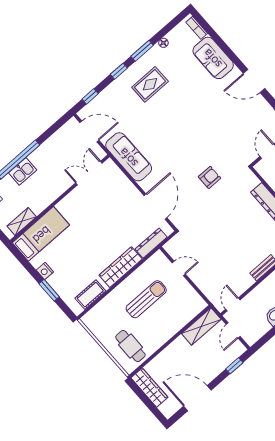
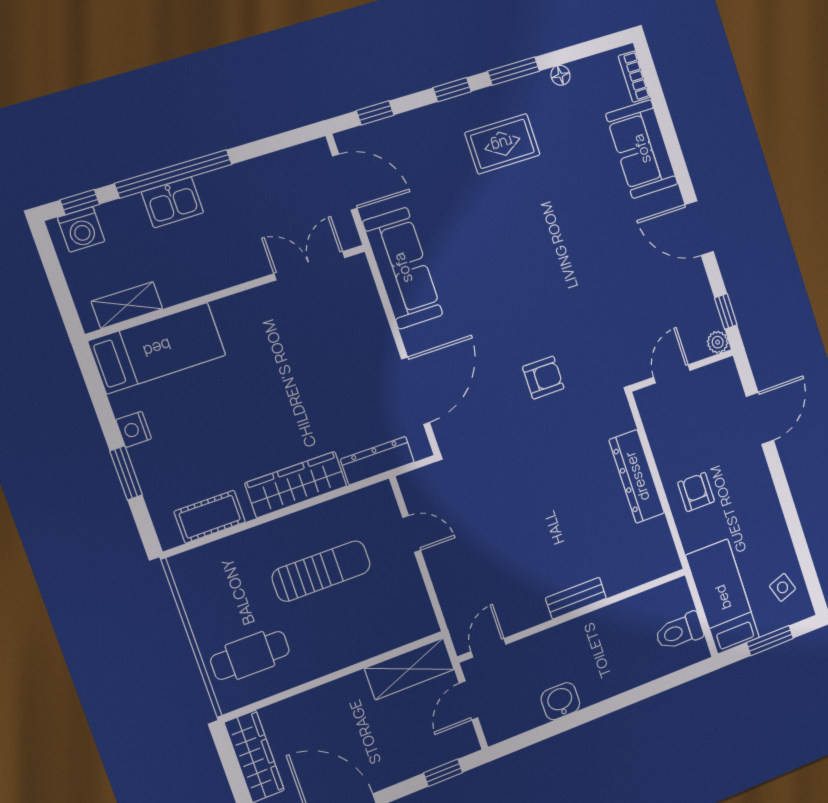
cafe table: (130, 346) -> (250, 655), turned 90

